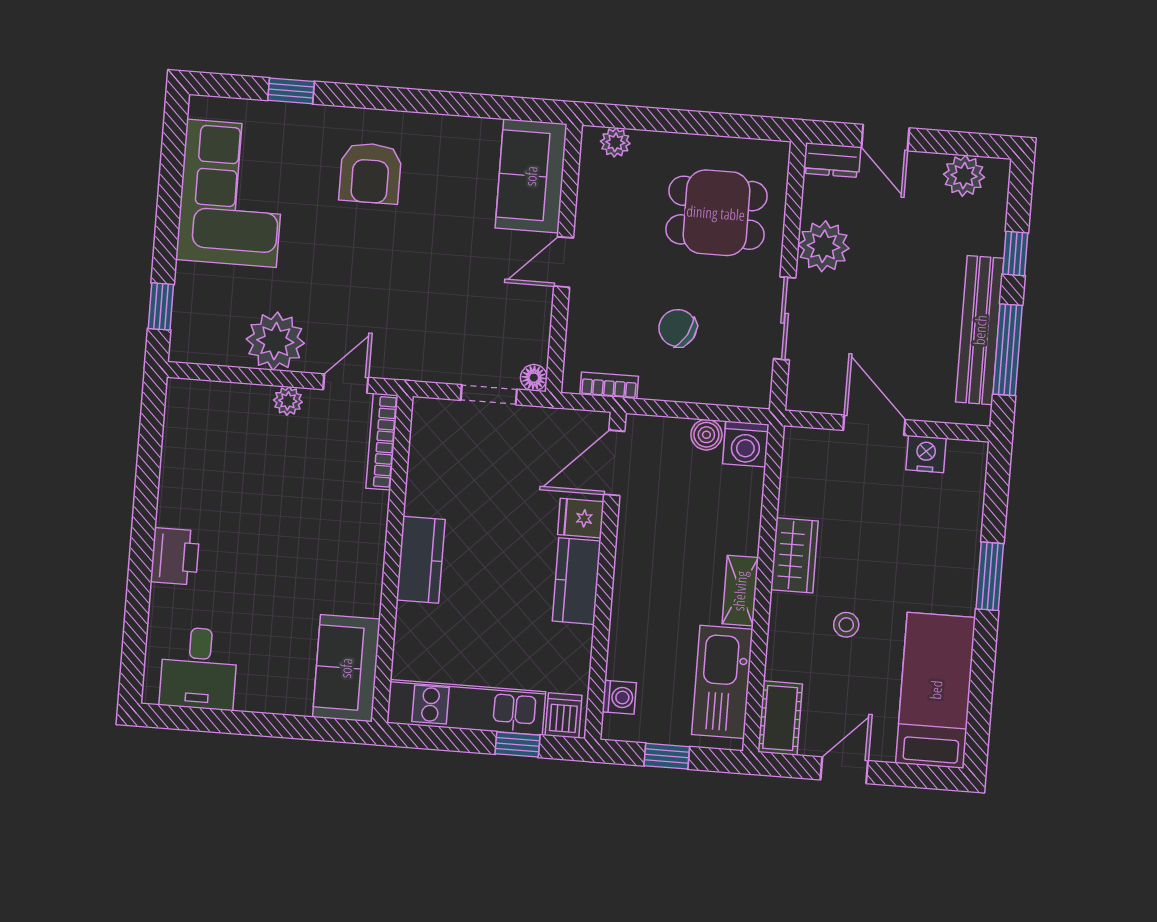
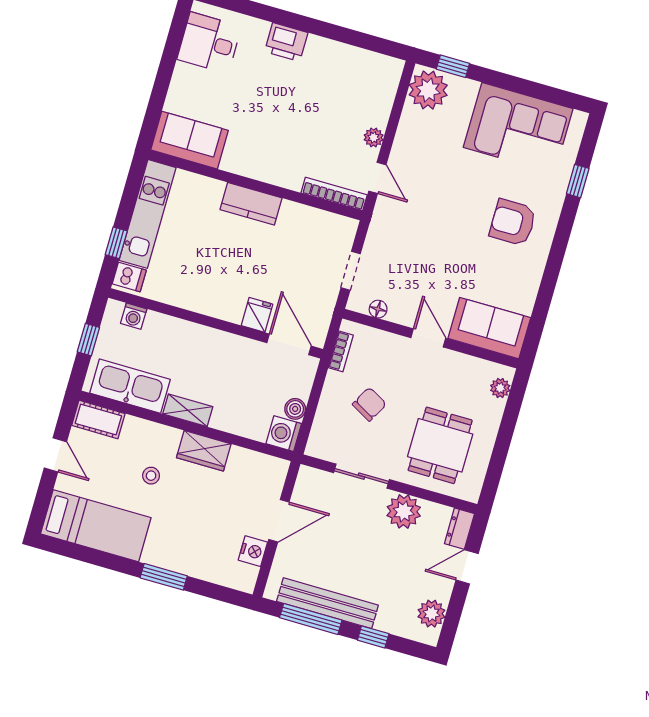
plant: (275, 341) -> (428, 90), moved
floor lamp: (534, 378) -> (378, 309), moved
kitchen counter: (577, 581) -> (216, 304), removed

